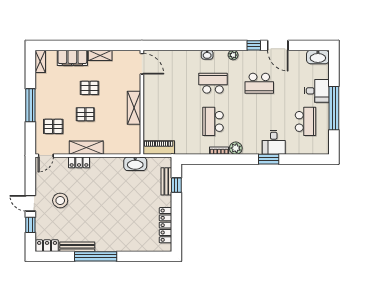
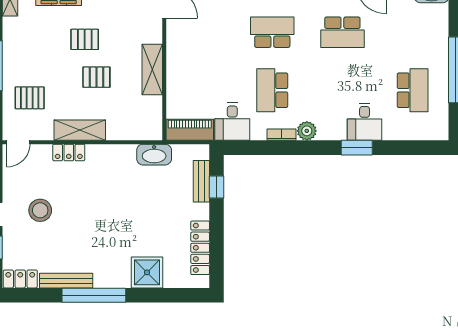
desk: (317, 91) -> (232, 122), moved, turned 90
pallet: (85, 114) -> (96, 77), moved
shower: (131, 241) -> (147, 272), added

